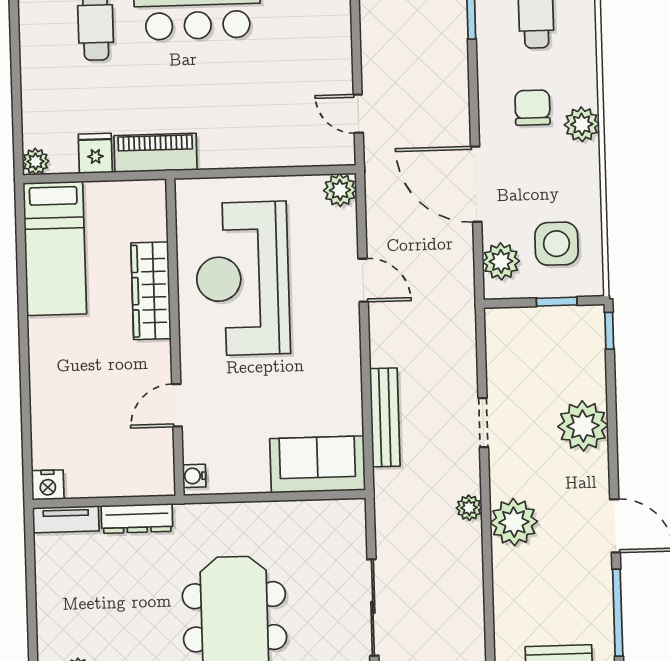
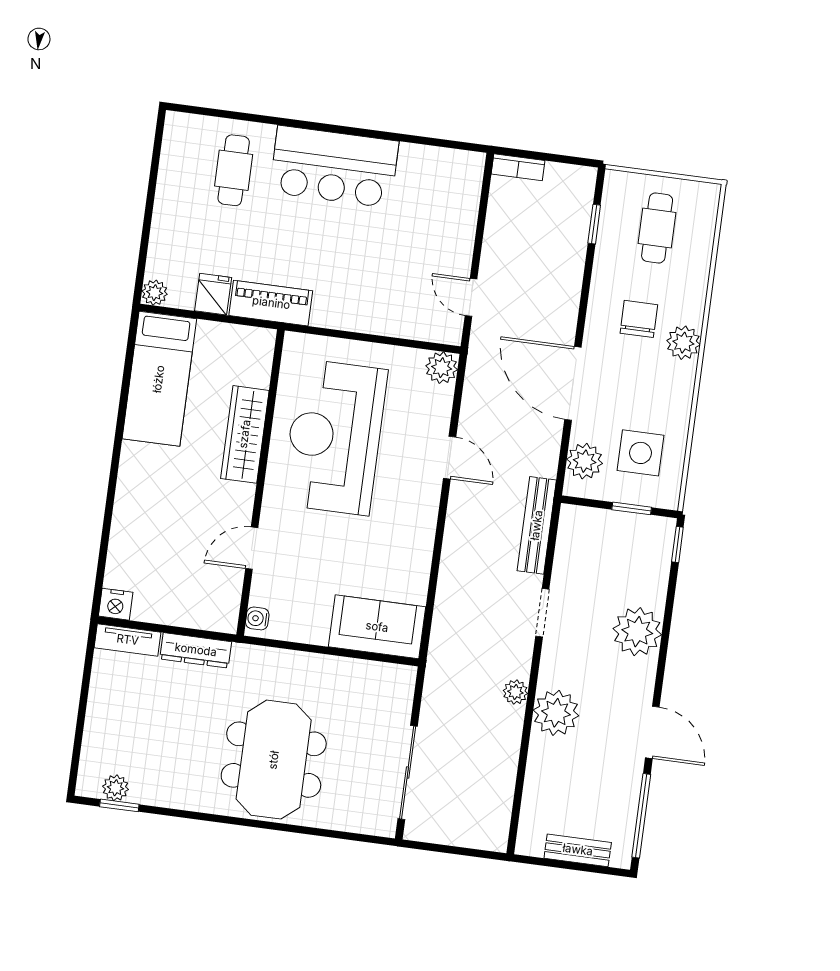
bench: (385, 417) -> (537, 525), moved

